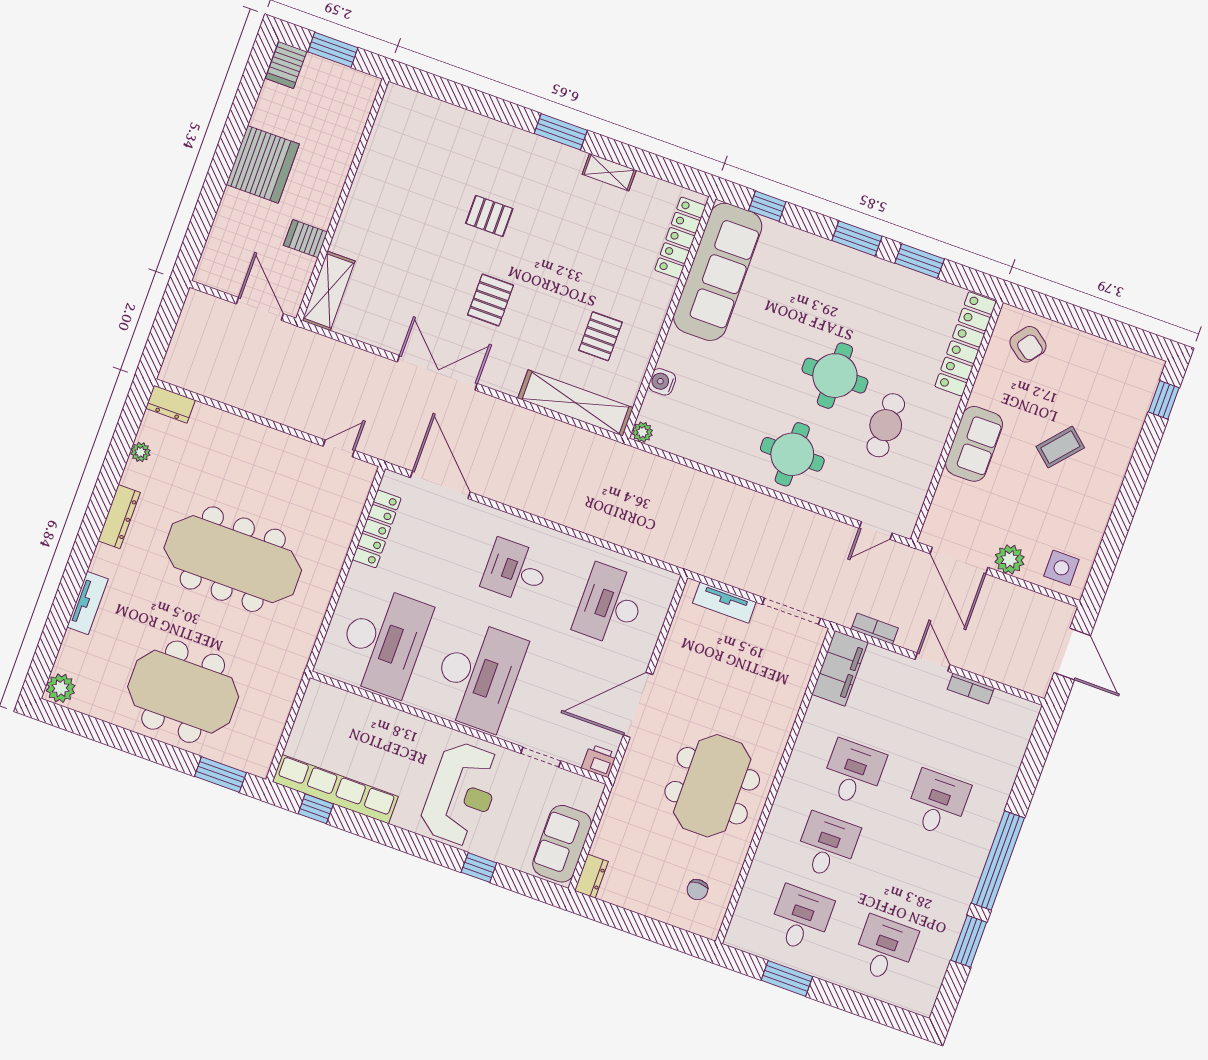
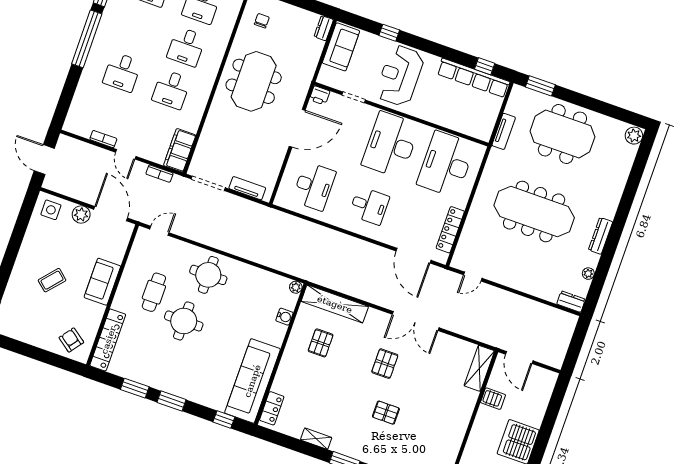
locker: (680, 238) -> (272, 408), width x0.66
tv unit: (88, 603) -> (504, 131), moved, turned 180

